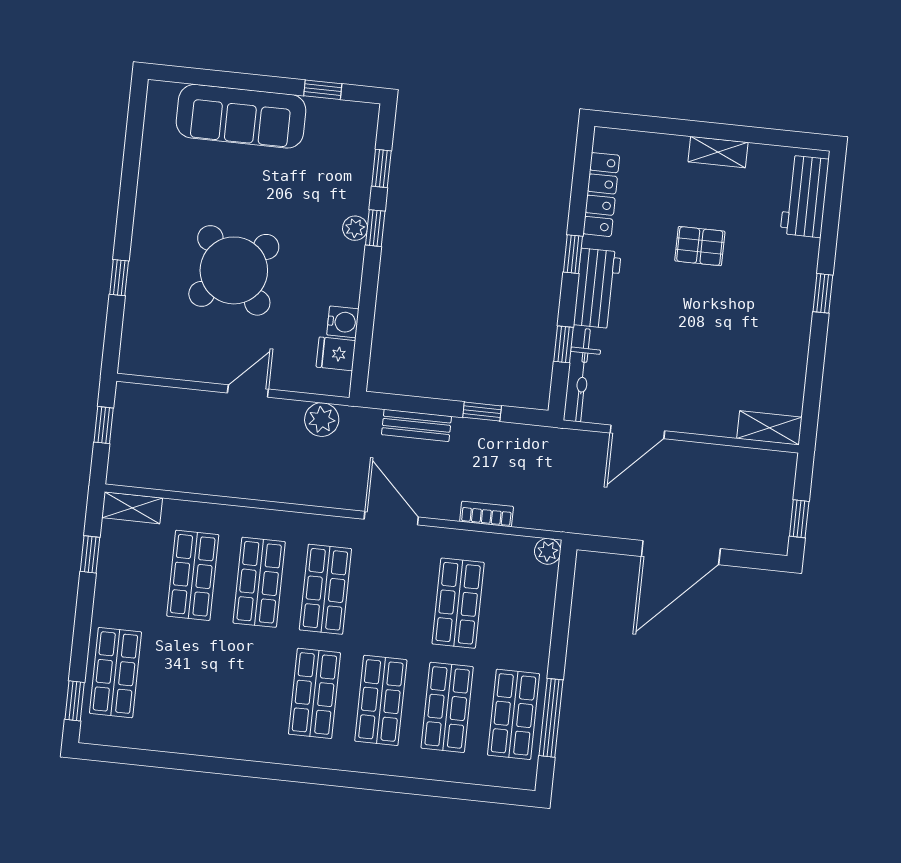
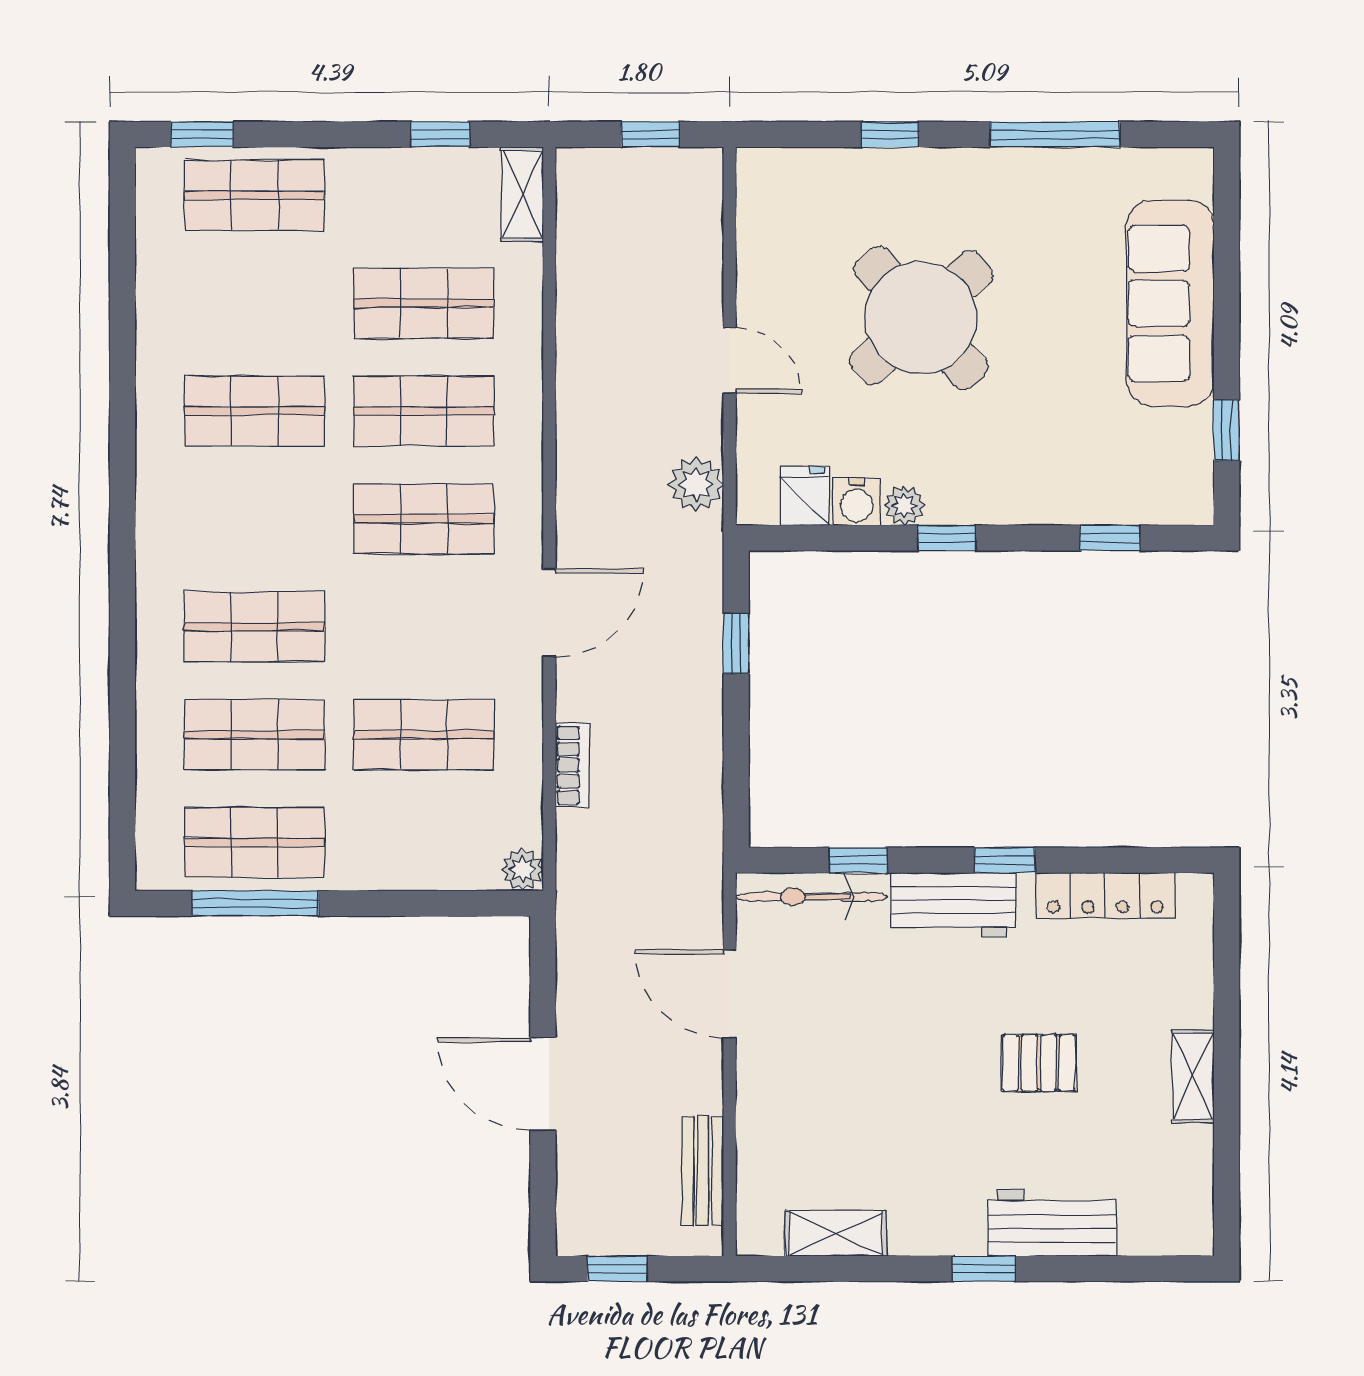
window: (130, 176) -> (1055, 134), added
workbench: (805, 196) -> (1052, 1223), moved
plant: (355, 228) -> (904, 505), moved
window: (375, 228) -> (947, 538), moved
pallet: (700, 246) -> (1039, 1063), turned 90
window: (482, 412) -> (736, 643), moved
bench: (416, 425) -> (703, 1171), moved
shelving: (769, 428) -> (836, 1233), moved, turned 90
door: (681, 553) -> (543, 1084), width x0.73
shop shelf: (314, 693) -> (254, 411), moved

